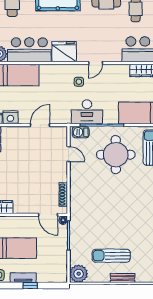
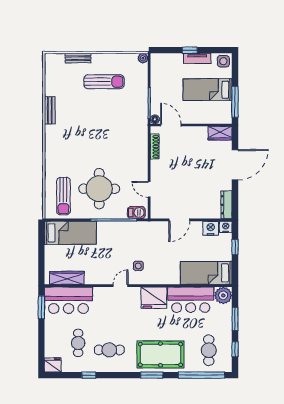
desk: (87, 112) -> (130, 234), removed
plant: (79, 274) -> (143, 58), width x0.53, depth x0.53
bench: (123, 278) -> (78, 58), moved

